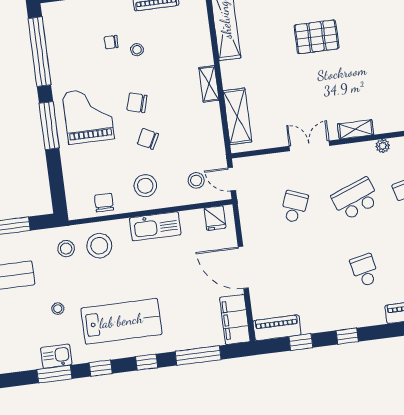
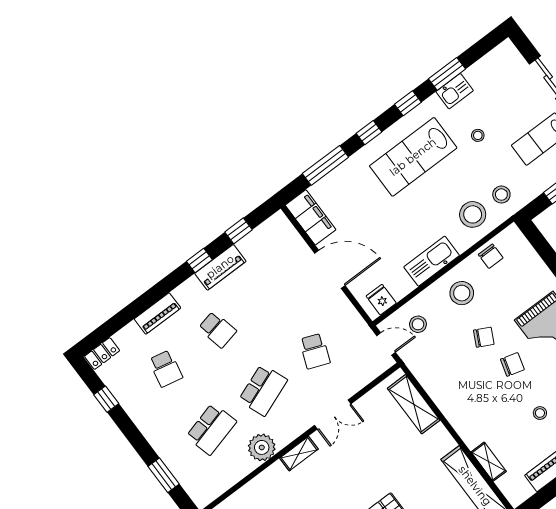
shelving: (209, 84) -> (489, 462), moved
plant: (383, 146) -> (262, 447), width x1.88, depth x1.88
piano: (277, 328) -> (220, 267), moved

